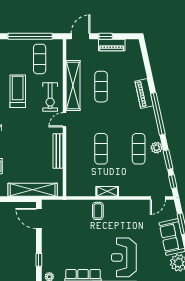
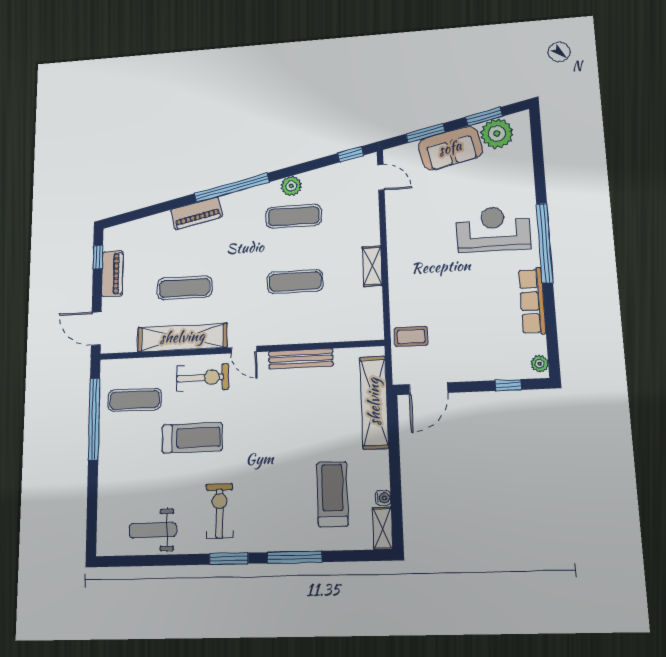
window: (106, 36) -> (98, 257), moved
treadmill: (18, 91) -> (192, 438), turned 180
window: (168, 160) -> (312, 165), removed
coffee table: (98, 211) -> (411, 336), moved
reception desk: (124, 257) -> (493, 229), turned 180

